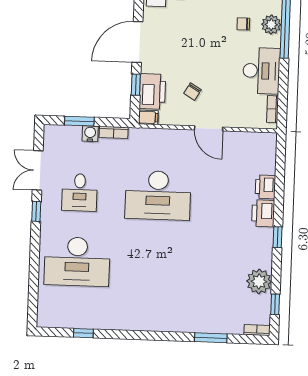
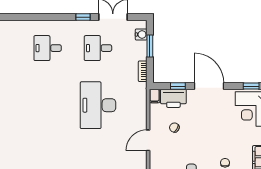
water cooler: (90, 134) -> (141, 34), moved
desk: (77, 262) -> (48, 48), width x0.53, depth x0.77

